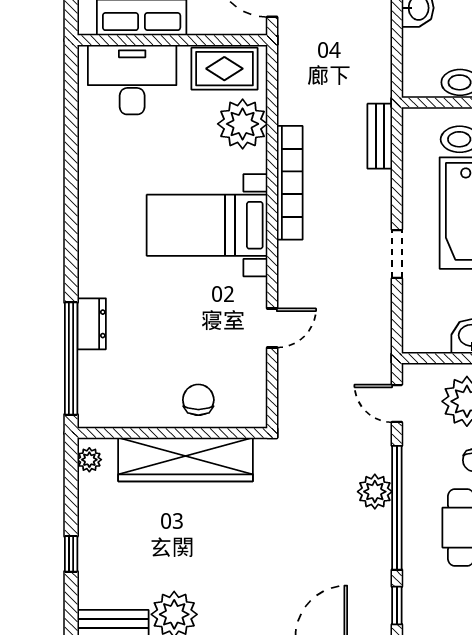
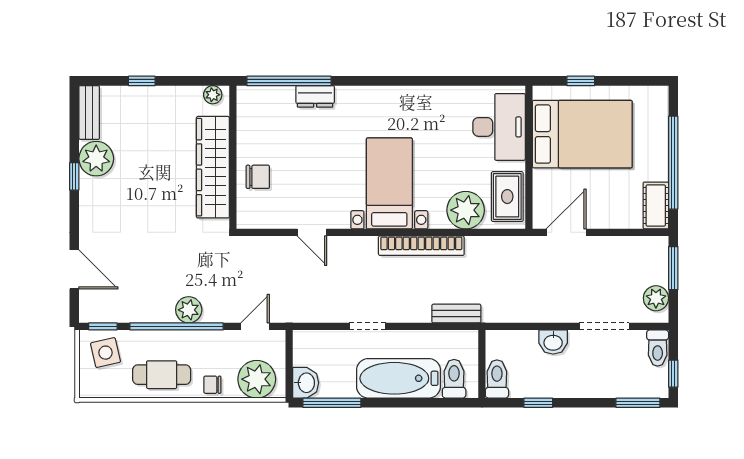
side table: (432, 602) -> (106, 353), added

